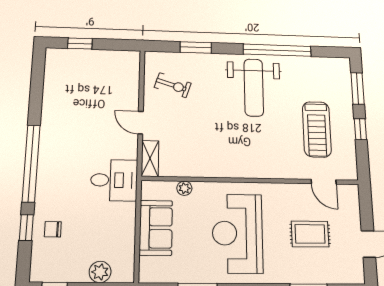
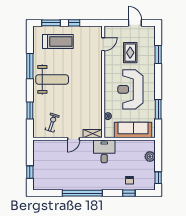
window: (277, 50) -> (30, 66), width x0.68
treadmill: (317, 129) -> (58, 41), moved
window: (31, 163) -> (82, 193), moved
sofa: (156, 228) -> (133, 130), width x1.36
reception desk: (237, 233) -> (130, 89), turned 90

